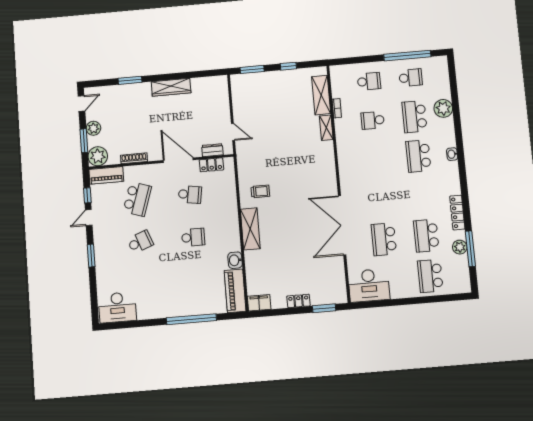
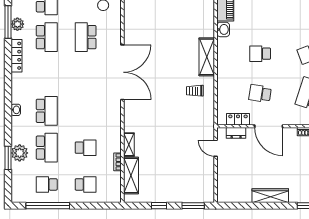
school desk: (369, 81) -> (86, 184), turned 180
window: (455, 102) -> (8, 158), added
double door: (342, 225) -> (122, 72), moved
school desk: (384, 239) -> (86, 37), turned 180

